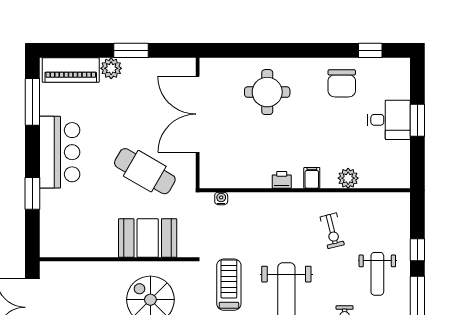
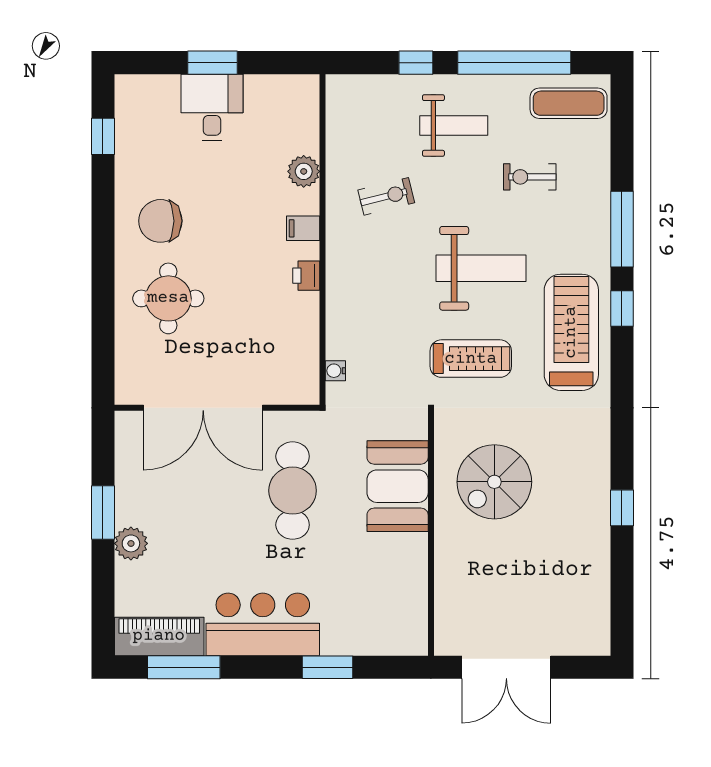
piano: (71, 70) -> (159, 636), moved, turned -90
chair: (342, 83) -> (160, 221), moved, turned 180
cafe table: (145, 171) -> (293, 491), turned -30
treadmill: (229, 285) -> (471, 359), turned 180

